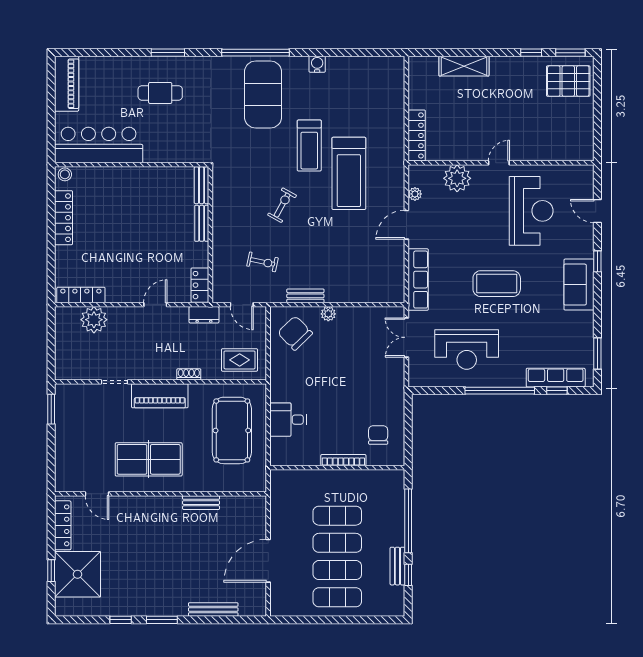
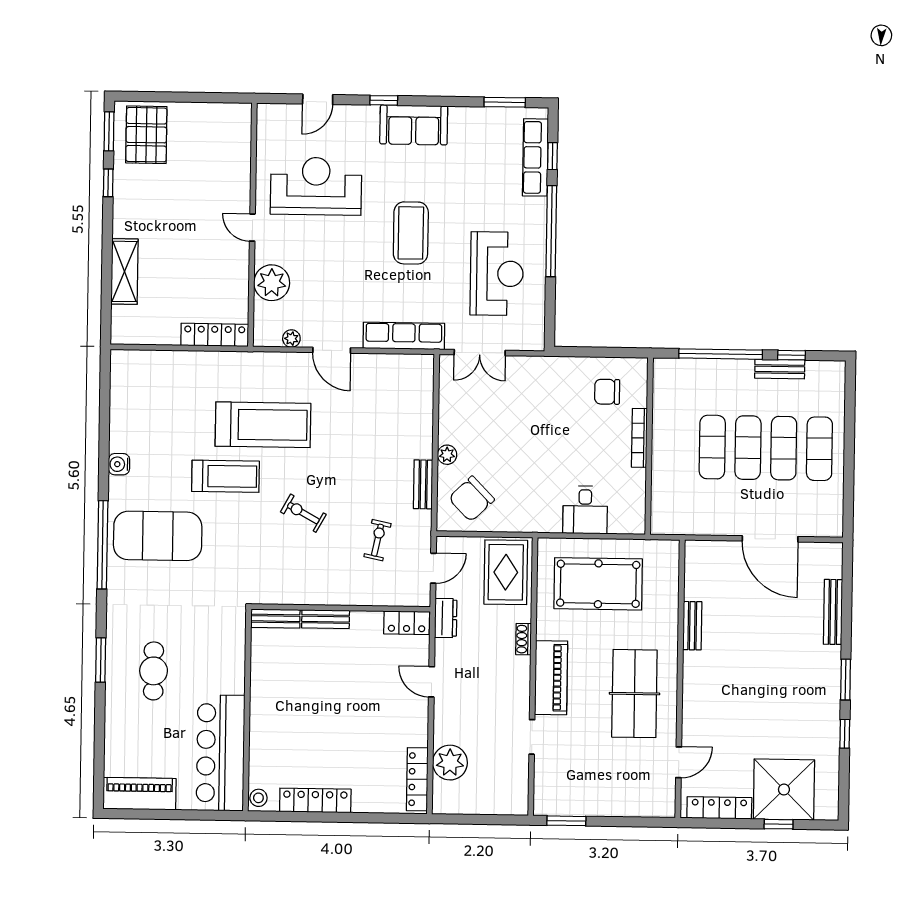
rug: (240, 360) -> (506, 572), width x1.36, depth x1.43

